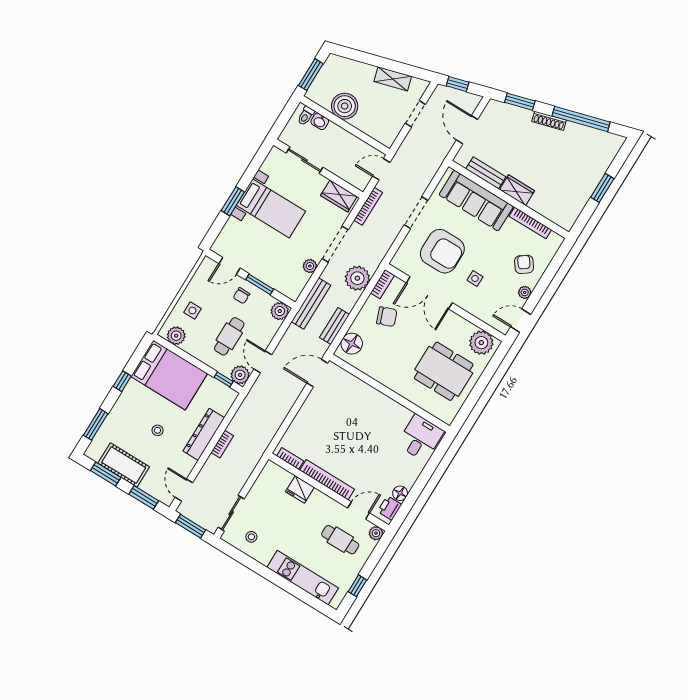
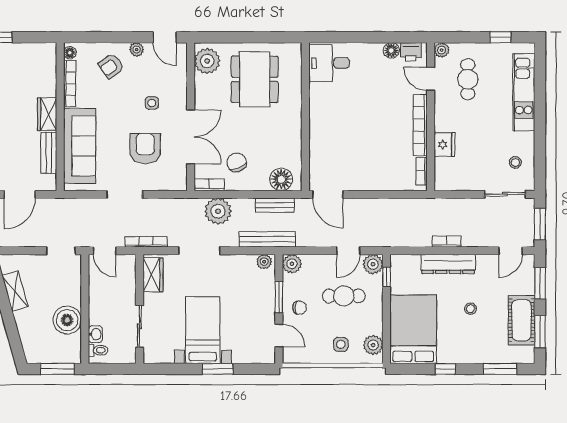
doorway: (415, 114) -> (61, 251), moved
floor lamp: (555, 238) -> (70, 53), added
armchair: (442, 251) -> (145, 148), width x0.73, depth x0.73
plant: (310, 266) -> (264, 262), moved

